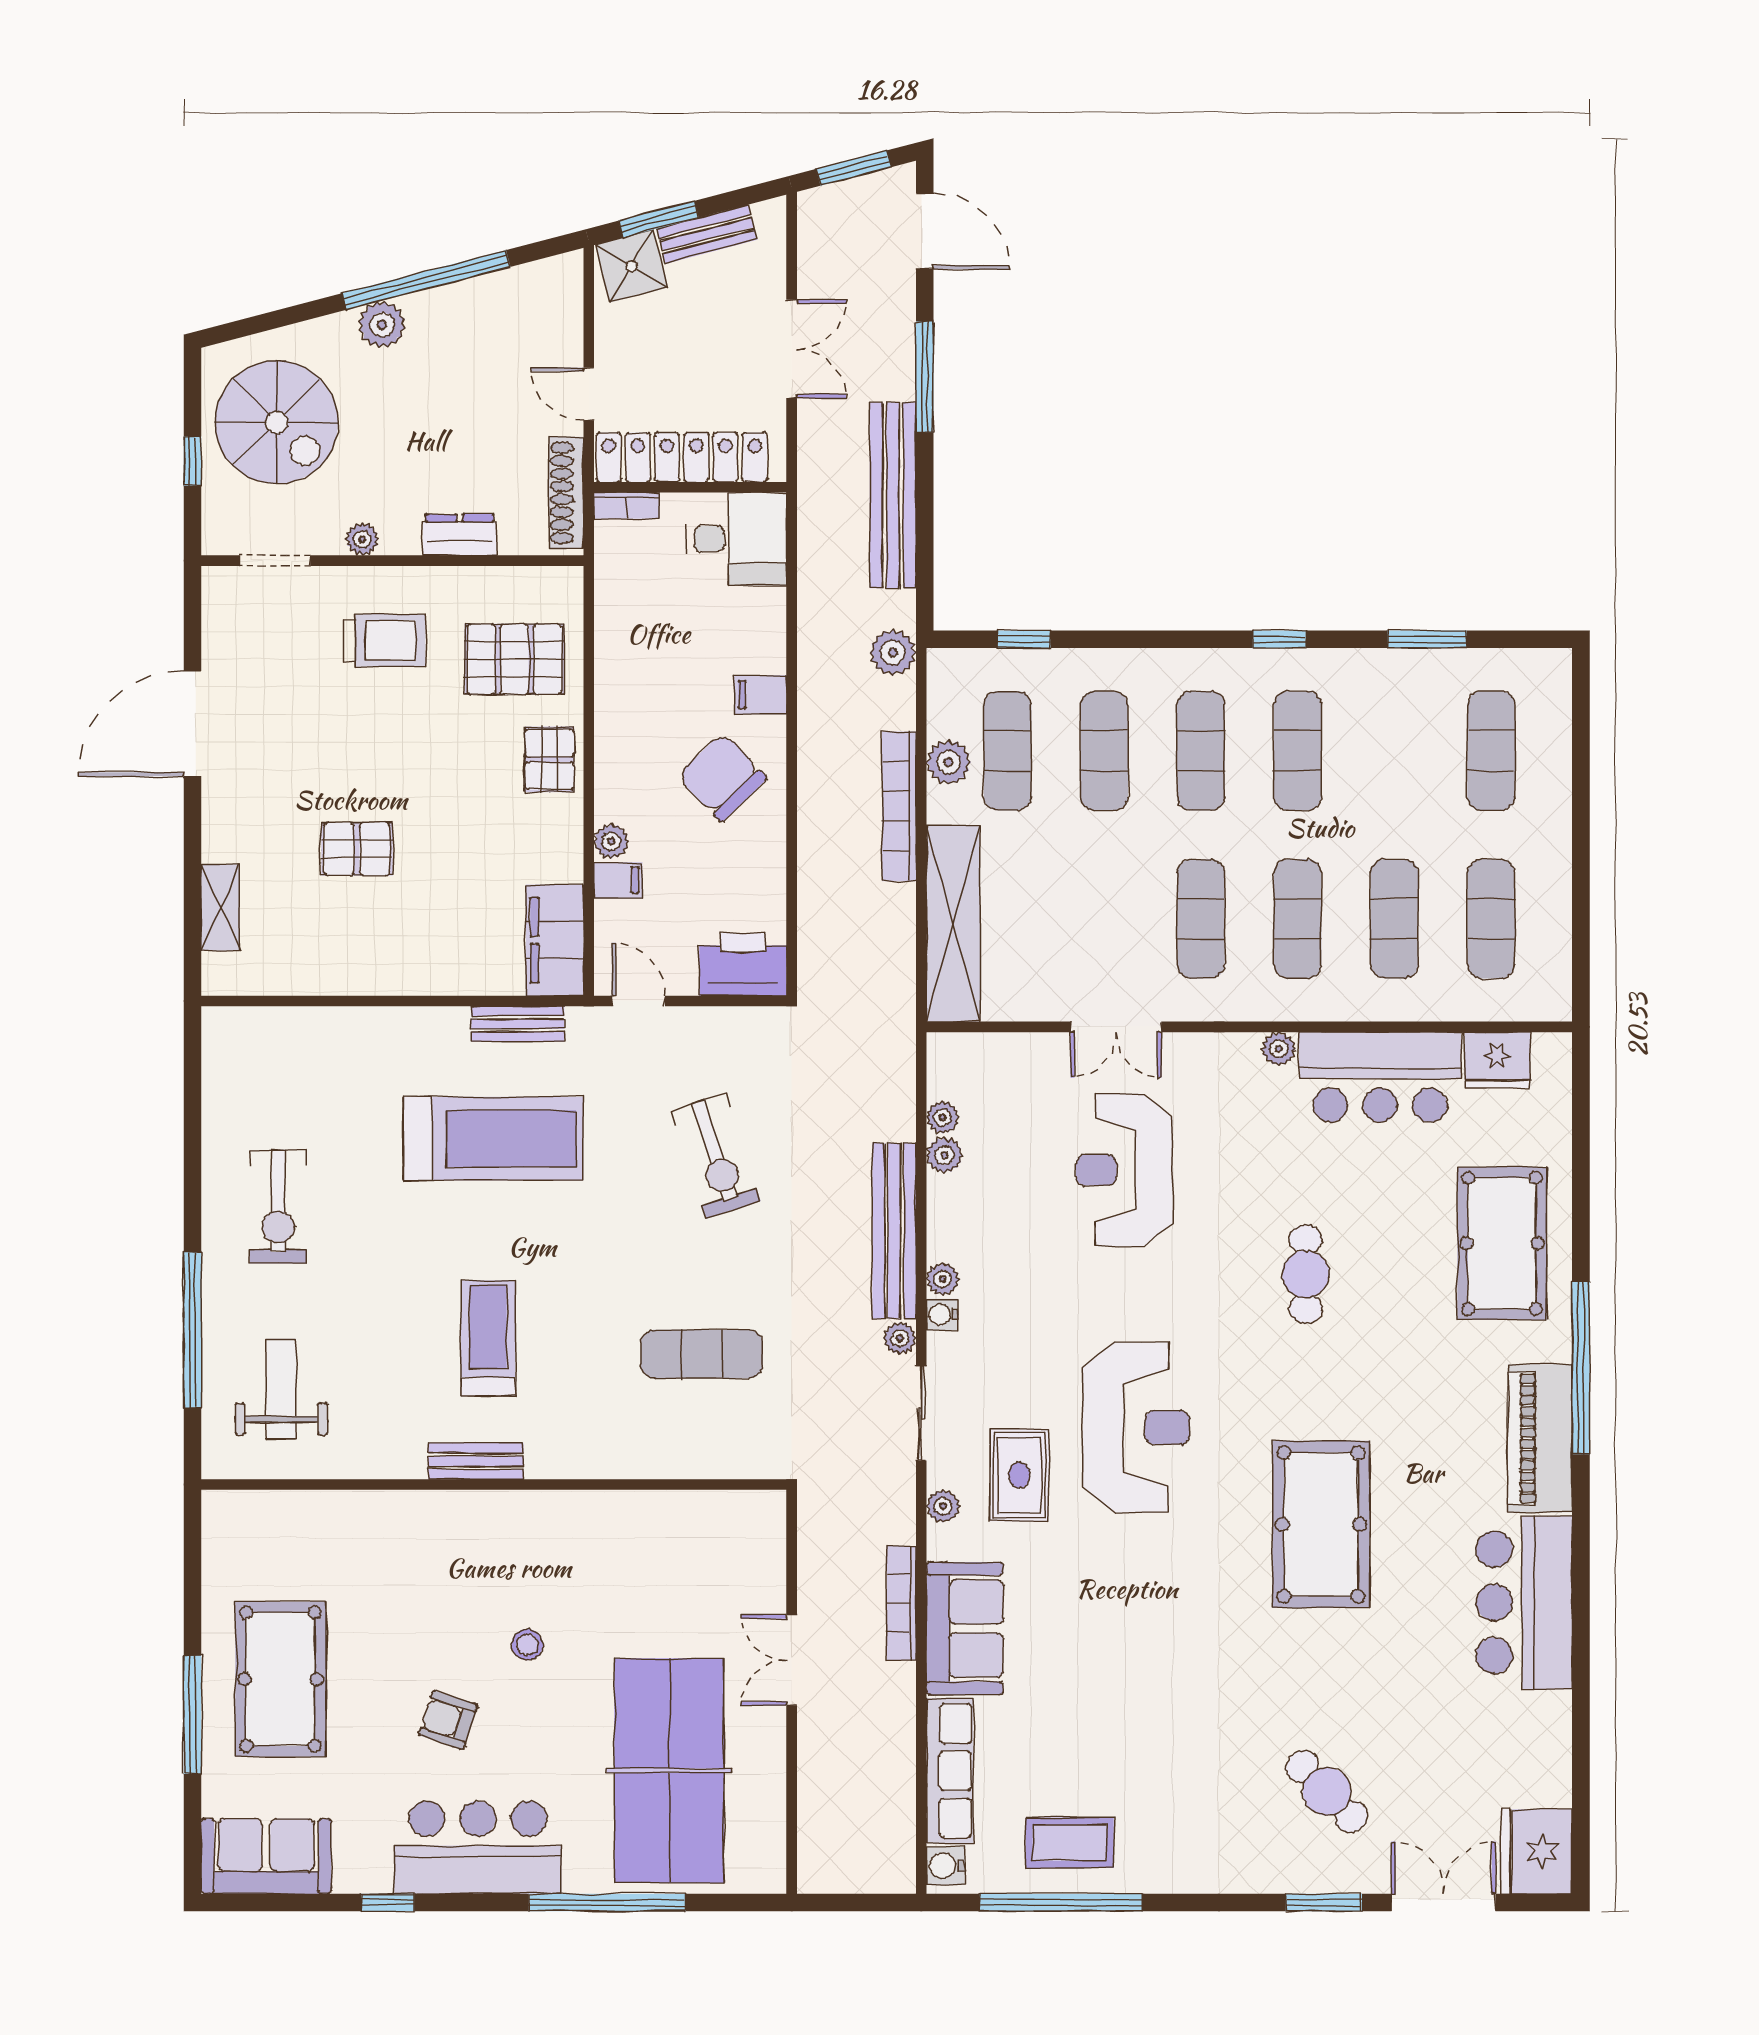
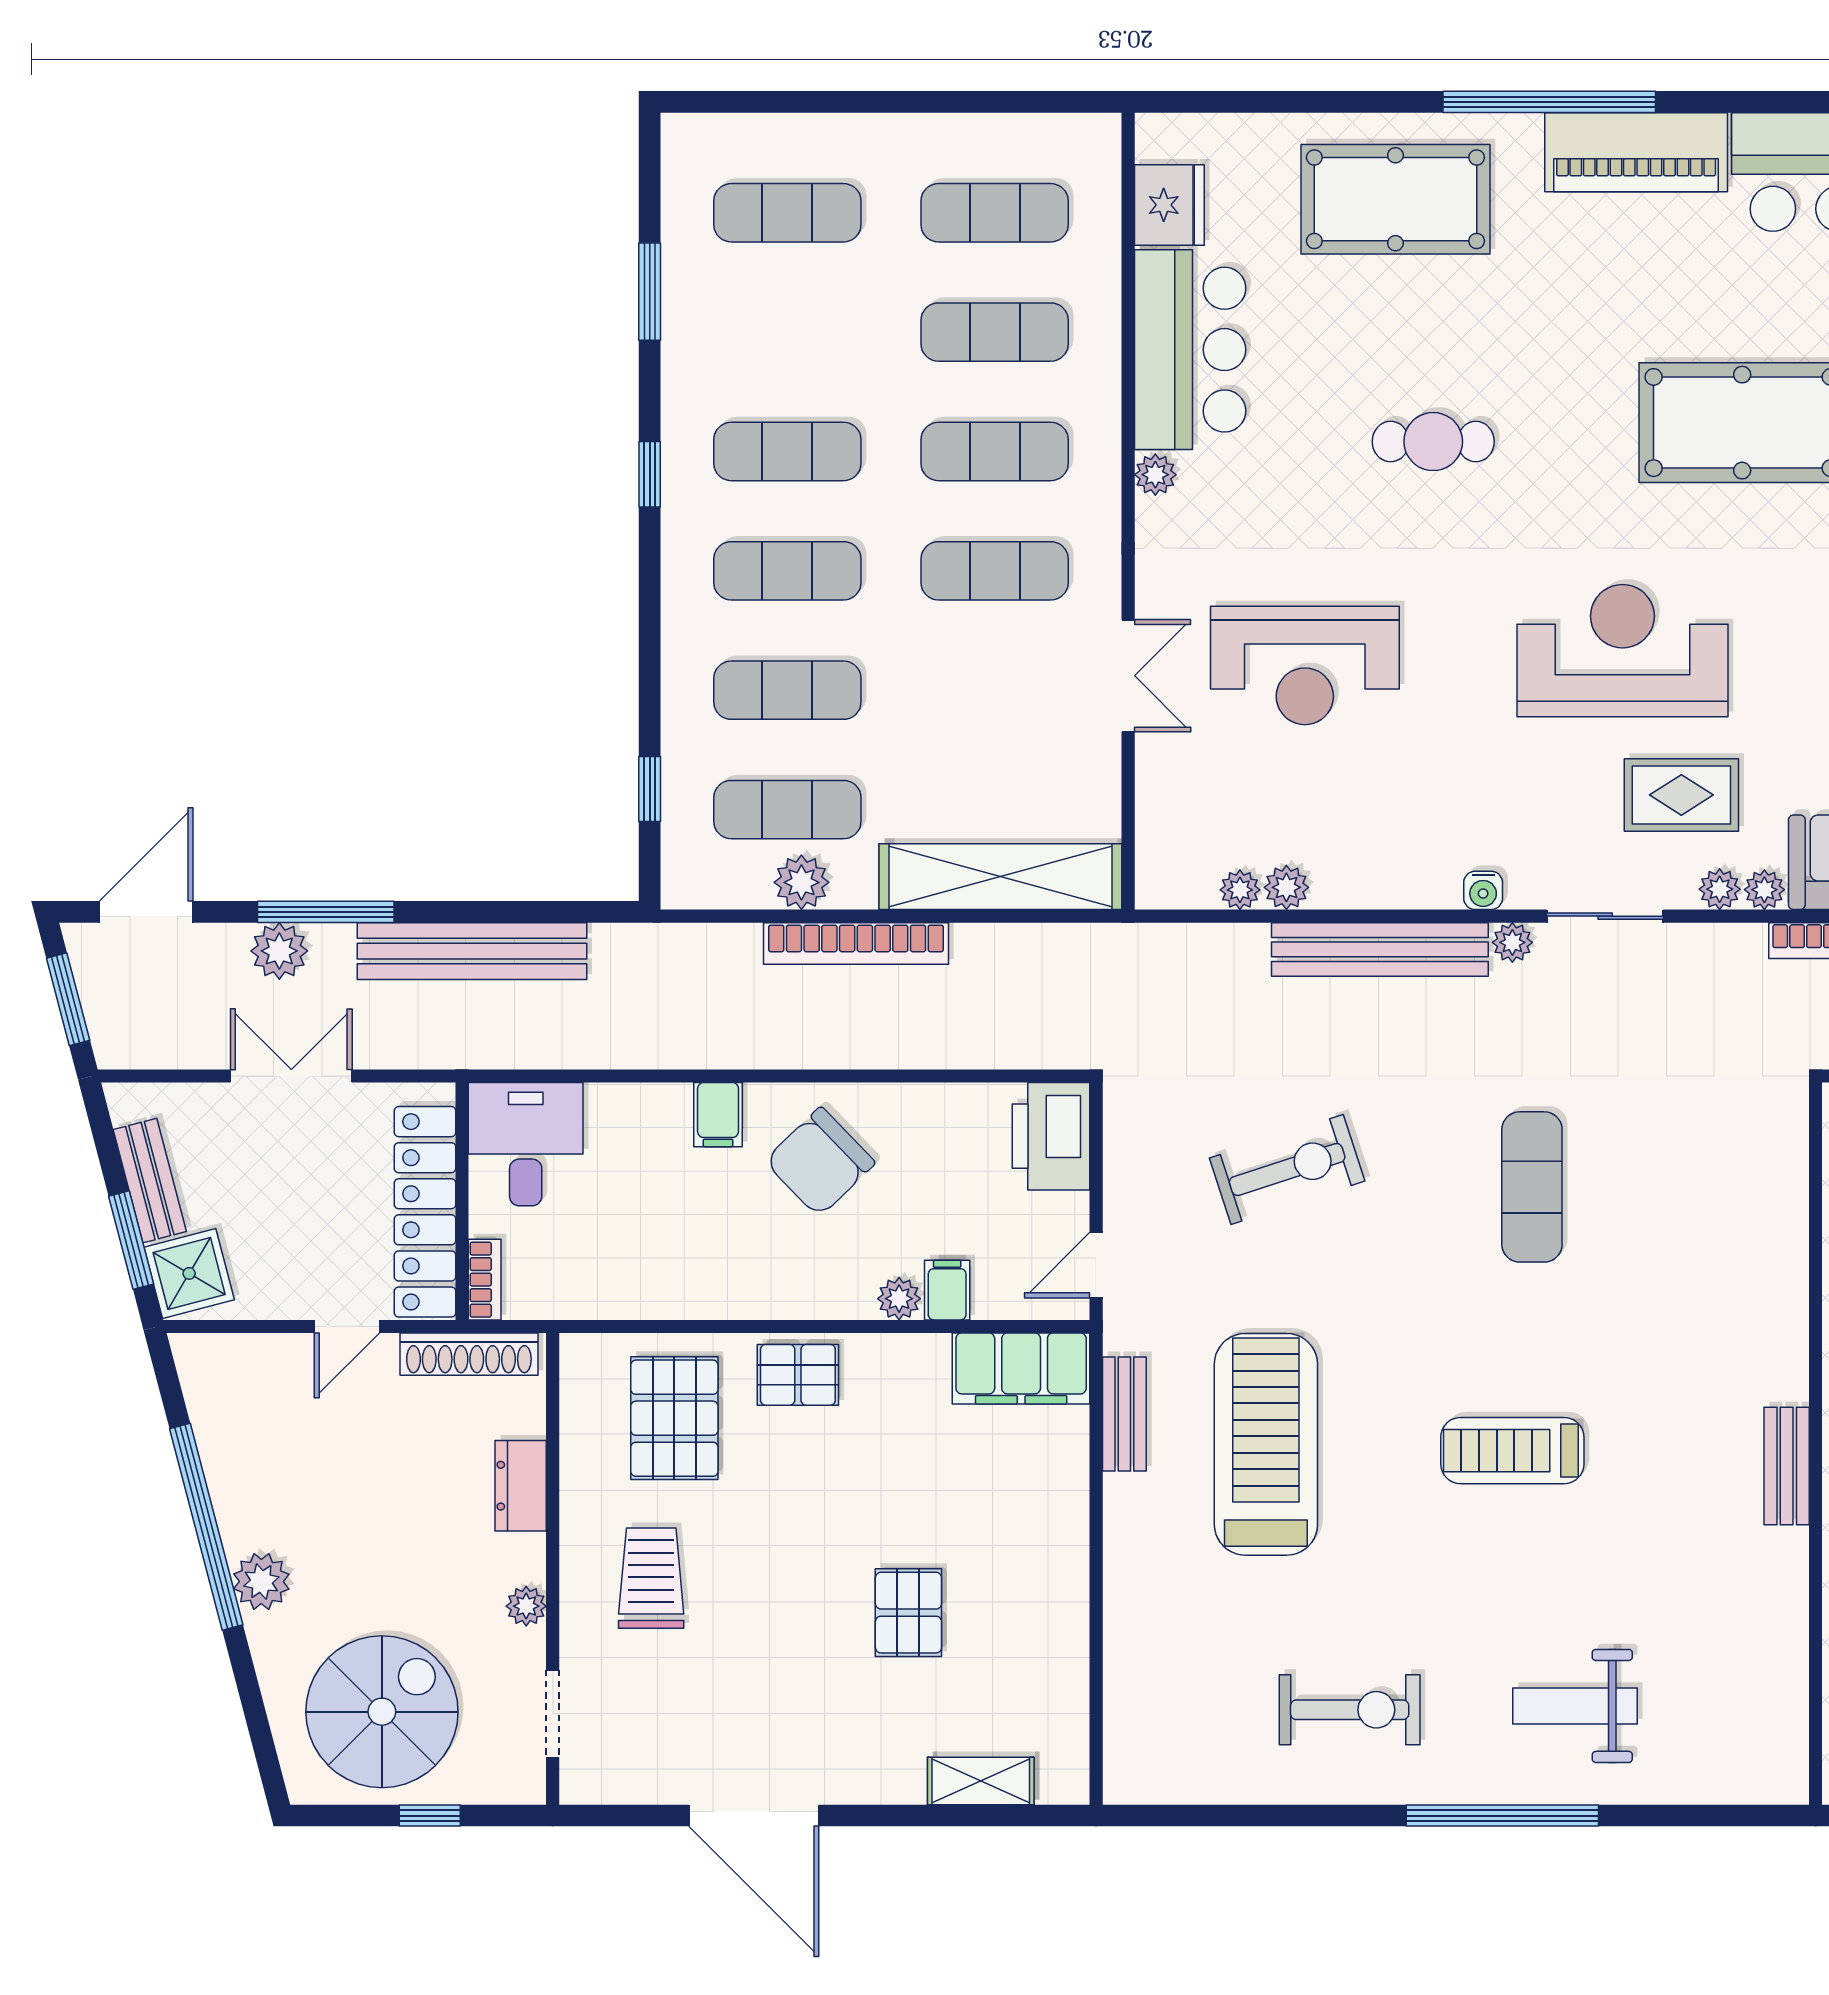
plant: (893, 652) -> (279, 951), moved
plant: (943, 1279) -> (1764, 890), moved
bench: (476, 1461) -> (1787, 1466), moved
wall: (494, 1485) -> (1816, 1444), moved

